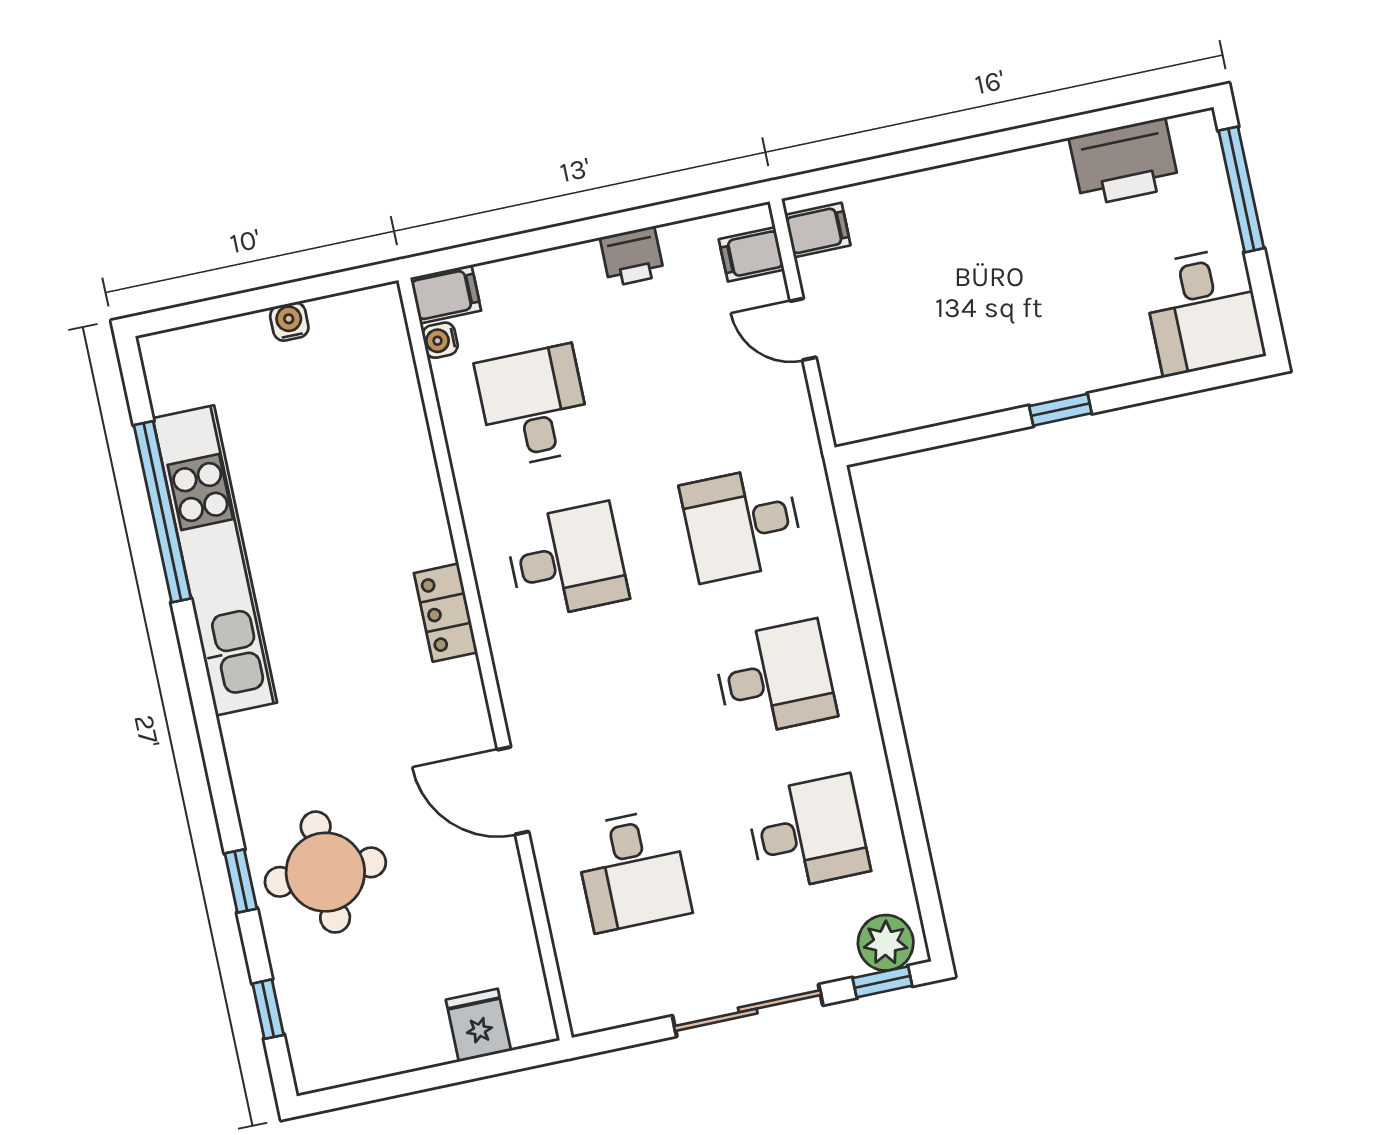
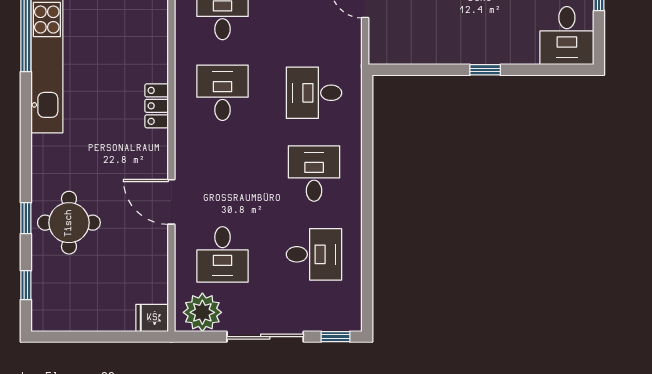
desk: (567, 561) -> (222, 93), turned -90
desk: (775, 678) -> (314, 174), turned -90
plant: (886, 943) -> (202, 312), moved, width x1.36, depth x1.36
fridge: (478, 1025) -> (152, 318), moved, turned -90

